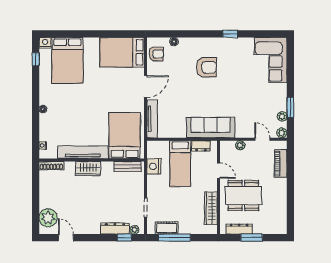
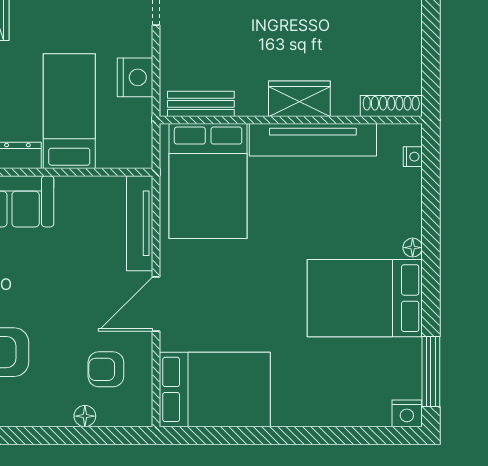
armchair: (156, 54) -> (106, 369), moved
window: (36, 59) -> (431, 372), width x2.17
bed: (67, 60) -> (365, 298), moved, turned -90
nightstand: (154, 166) -> (135, 77), moved

